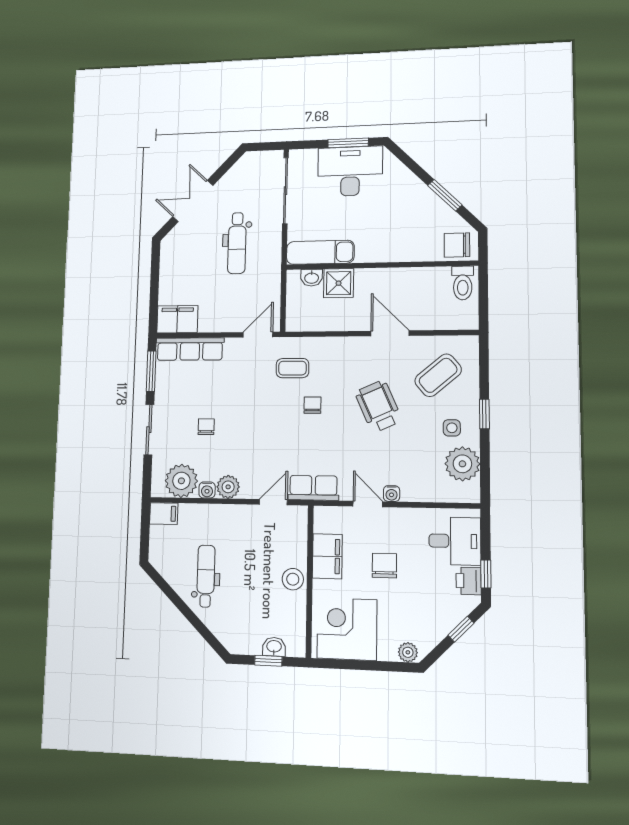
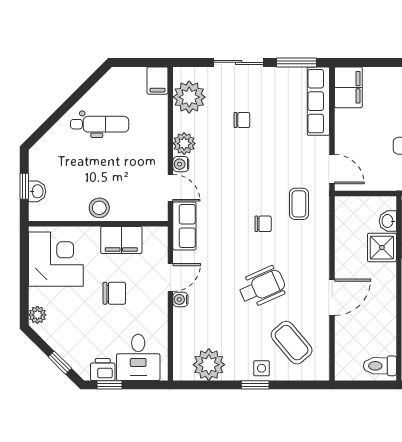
side table: (452, 428) -> (262, 368), moved
water cooler: (207, 490) -> (181, 164), moved

